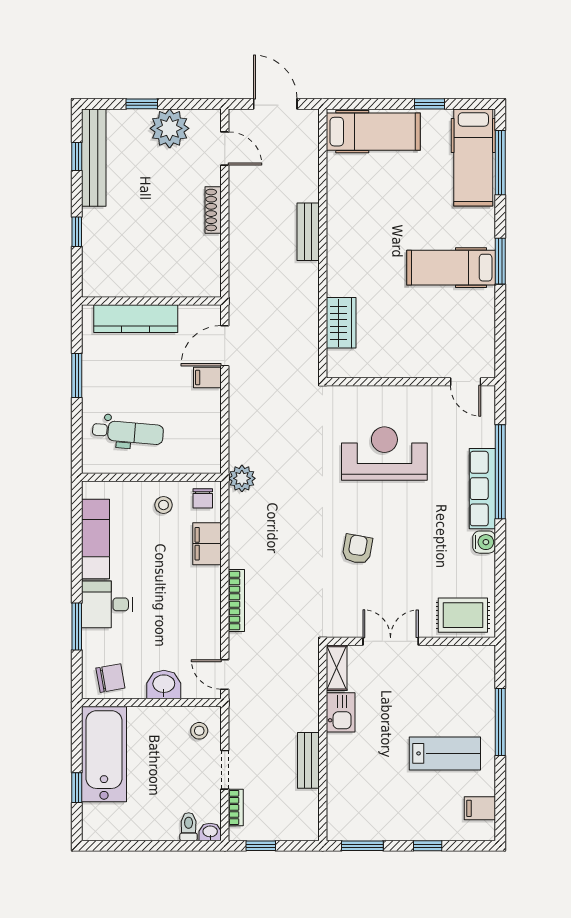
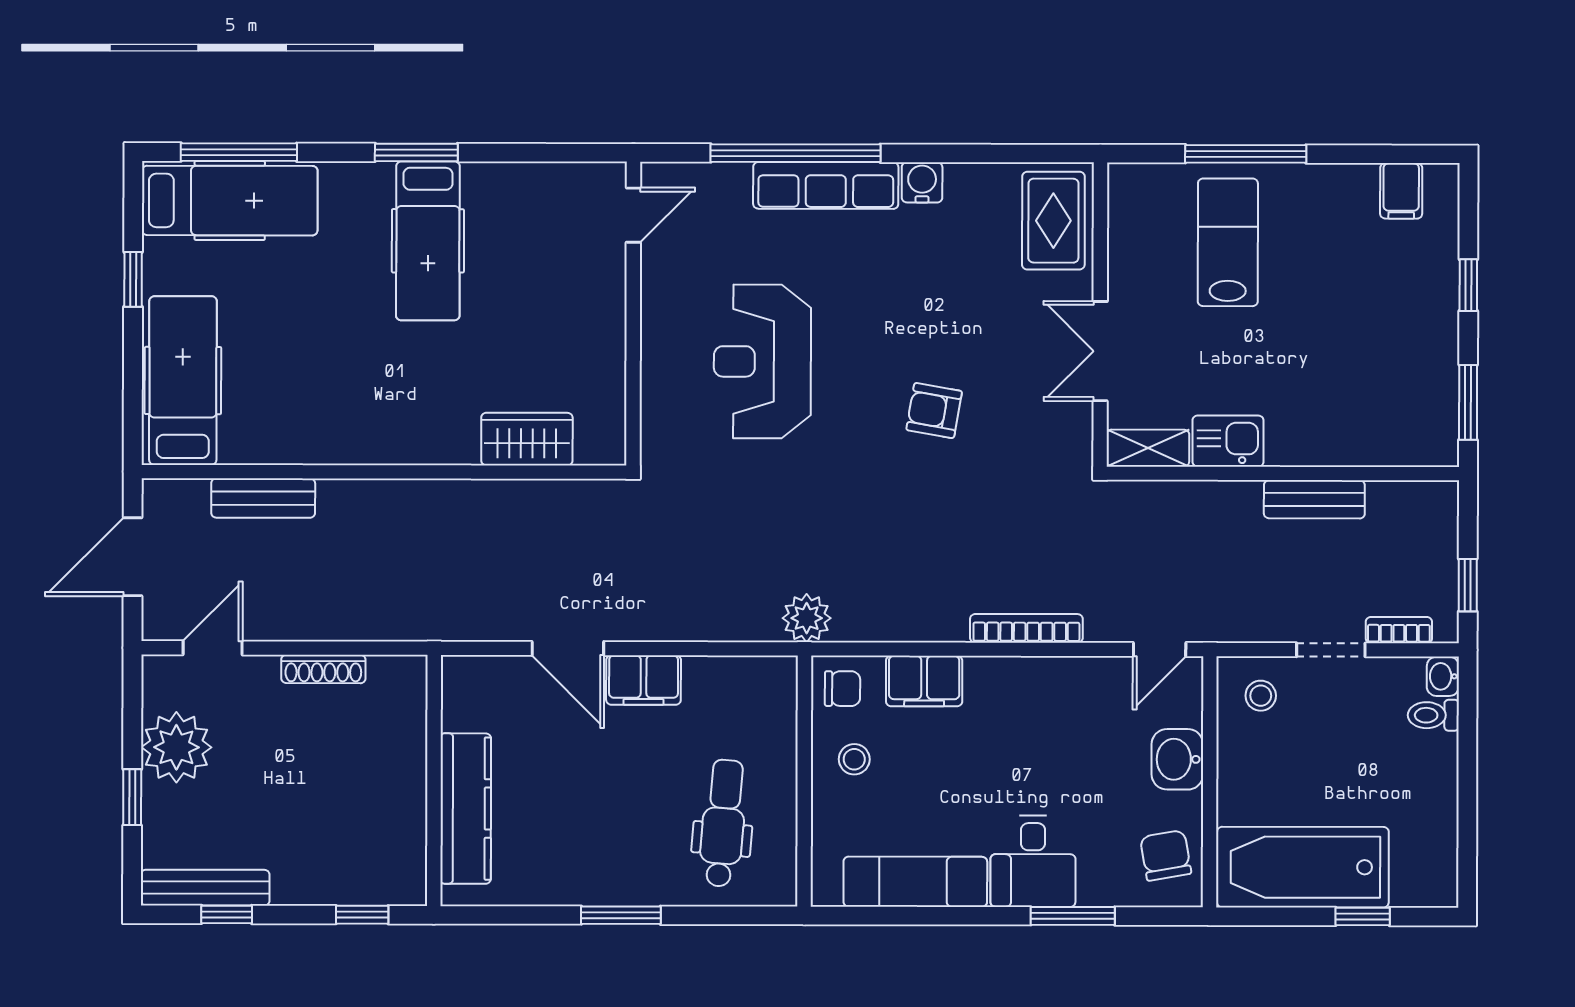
bench: (94, 158) -> (205, 888), width x0.73, depth x0.82
bench: (308, 232) -> (263, 498), moved
wall: (151, 301) -> (434, 780), moved
kitchen counter: (136, 319) -> (466, 809), moved
filing cabinet: (207, 377) -> (644, 680), width x2.00
lab bench: (445, 753) -> (1228, 242), moved

